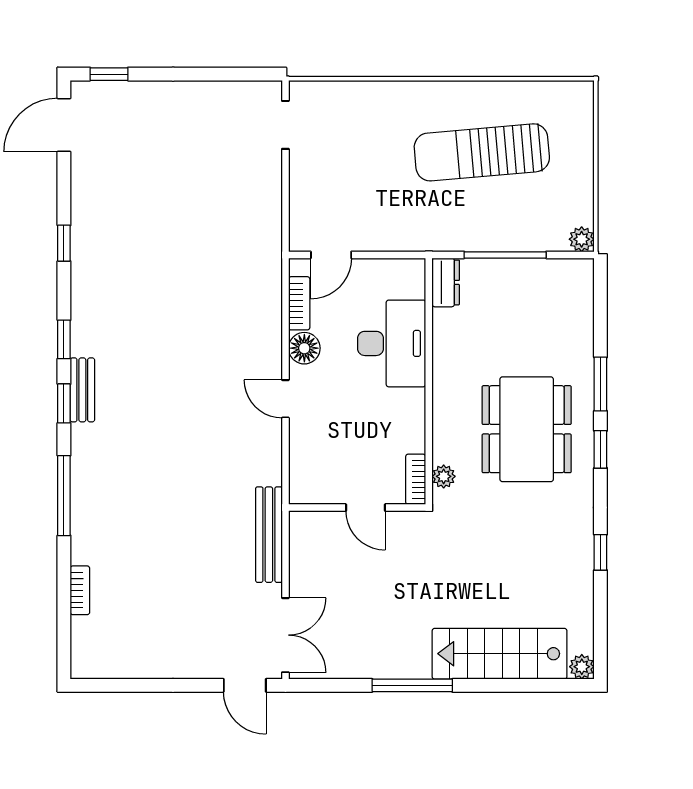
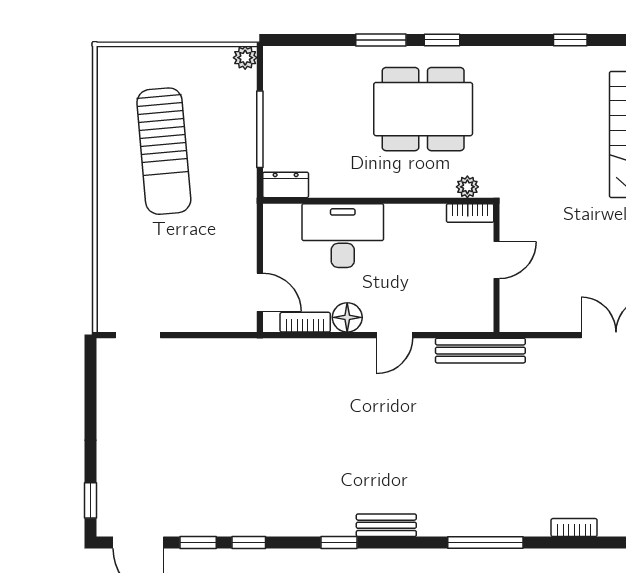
window: (64, 403) -> (198, 543), moved
bench: (269, 535) -> (480, 351), moved
window: (600, 552) -> (570, 40), moved

